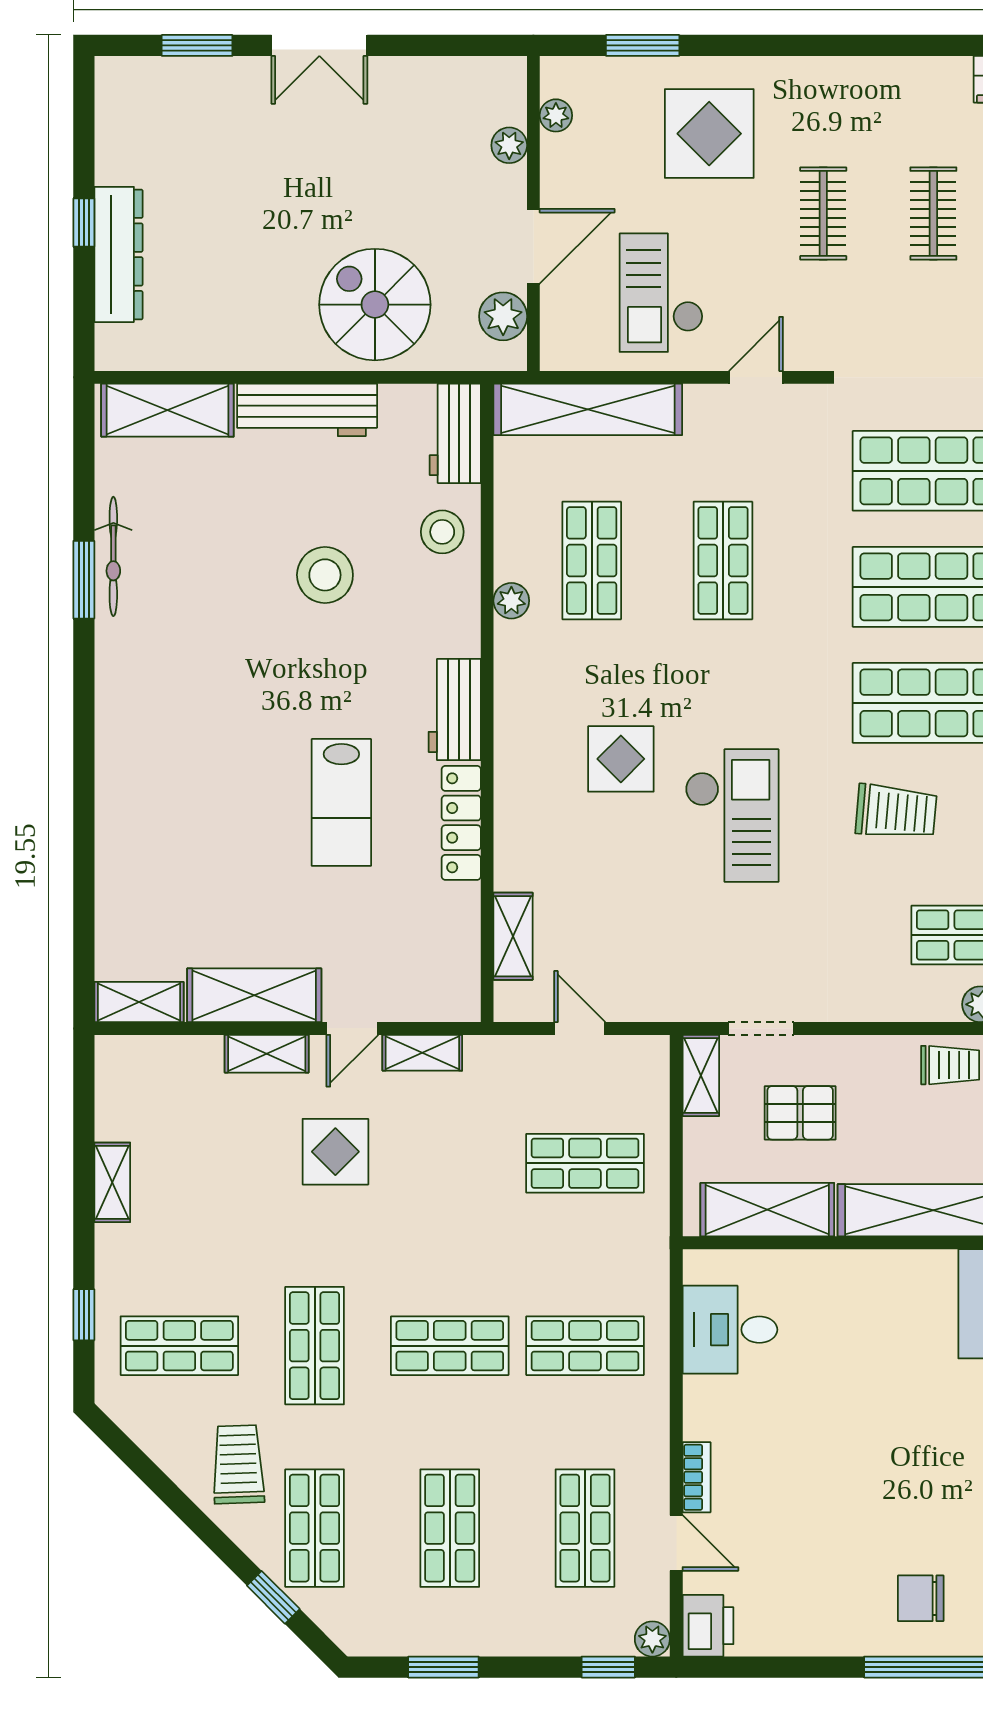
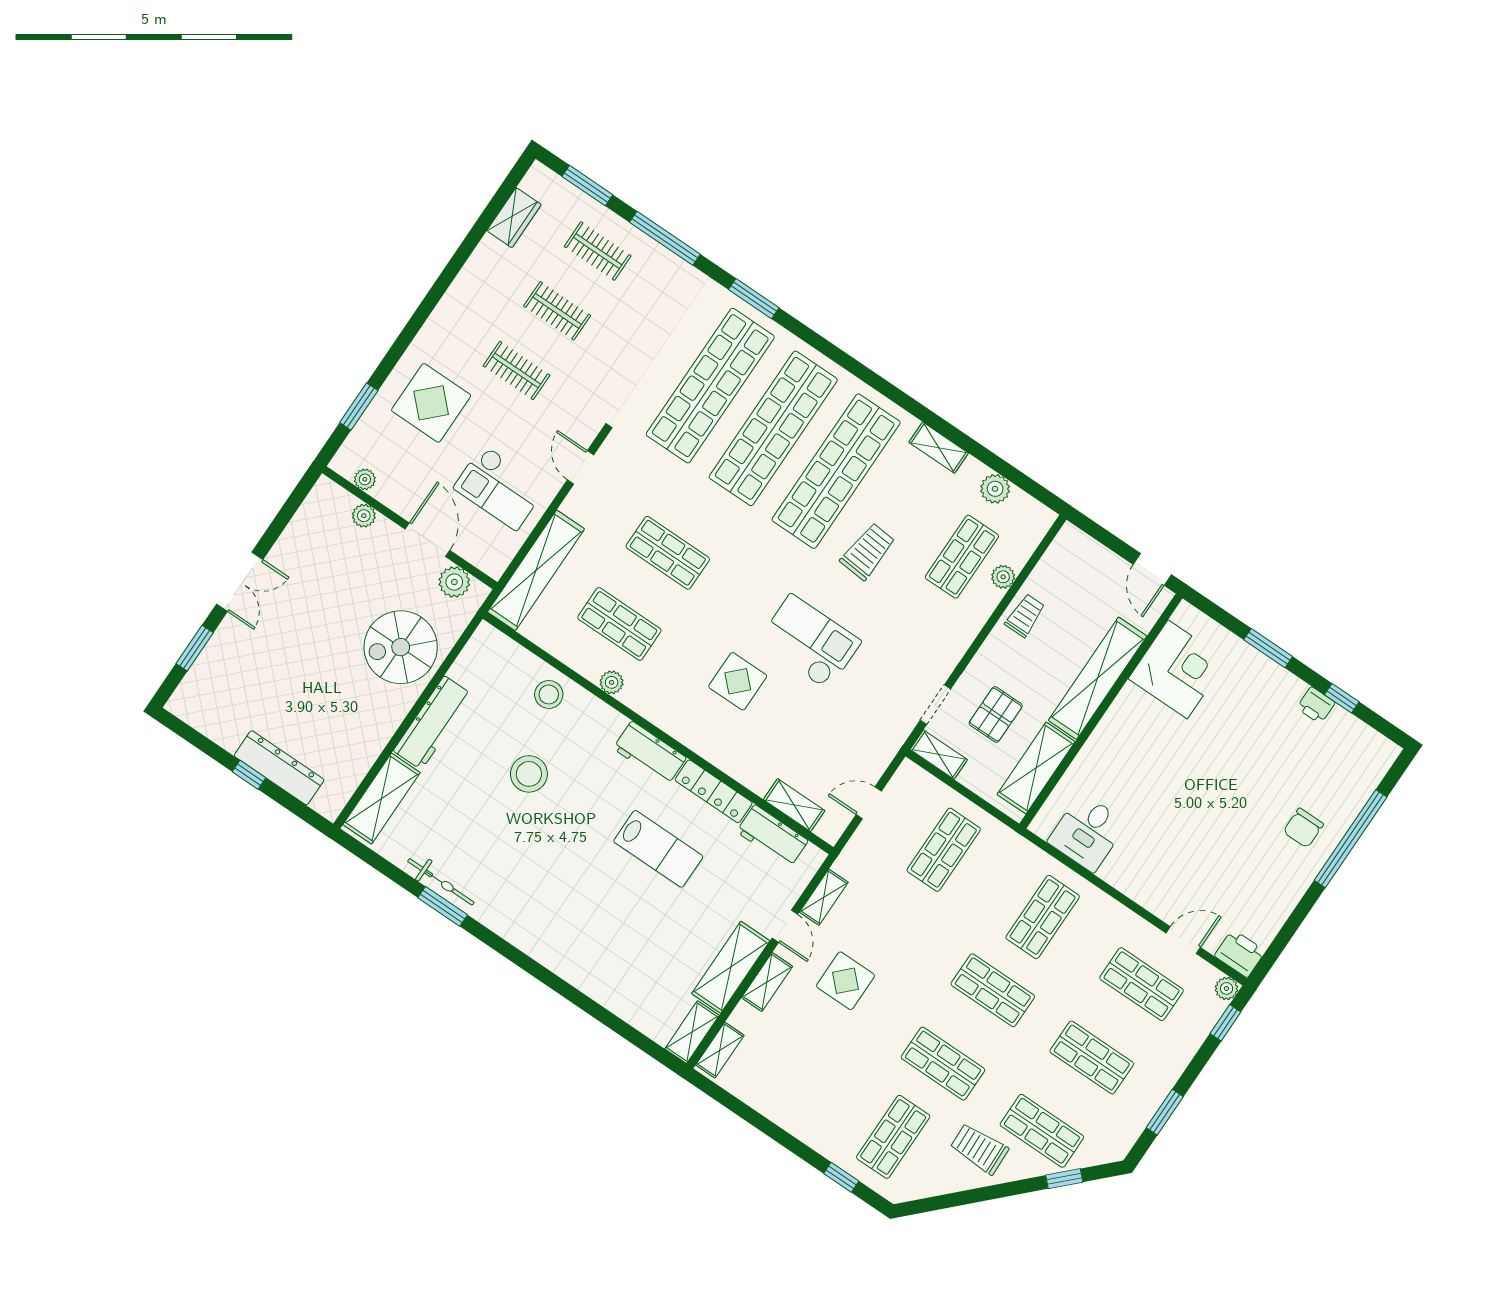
workbench: (455, 433) -> (772, 836), moved
shelving: (112, 1182) -> (720, 1050), moved, turned 90
shop shelf: (450, 1346) -> (993, 990), turned 90
bookcase: (697, 1477) -> (1155, 905), removed

